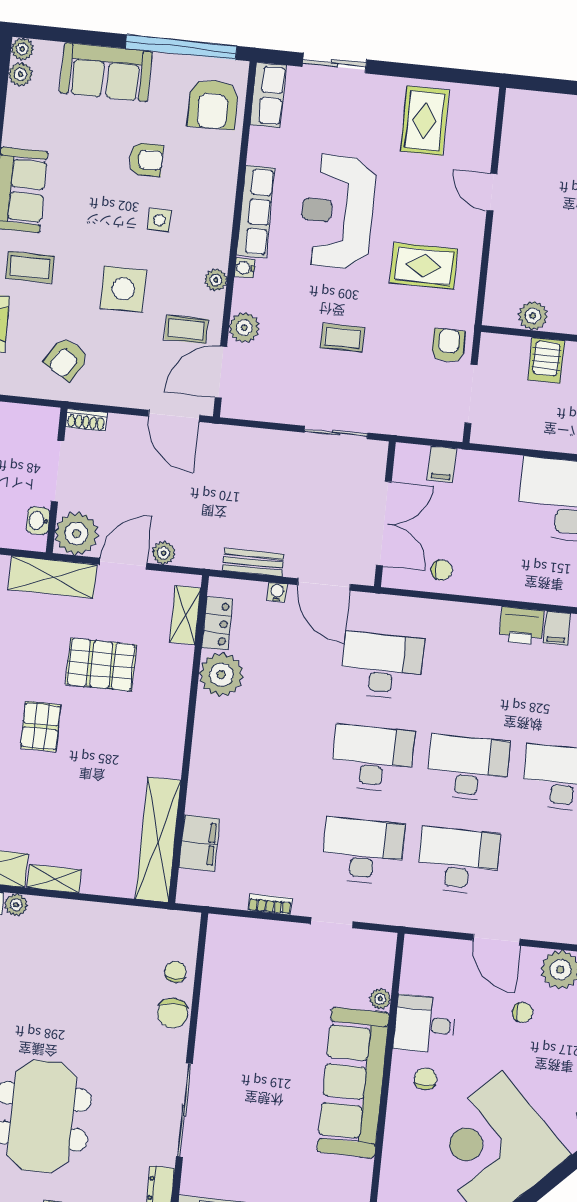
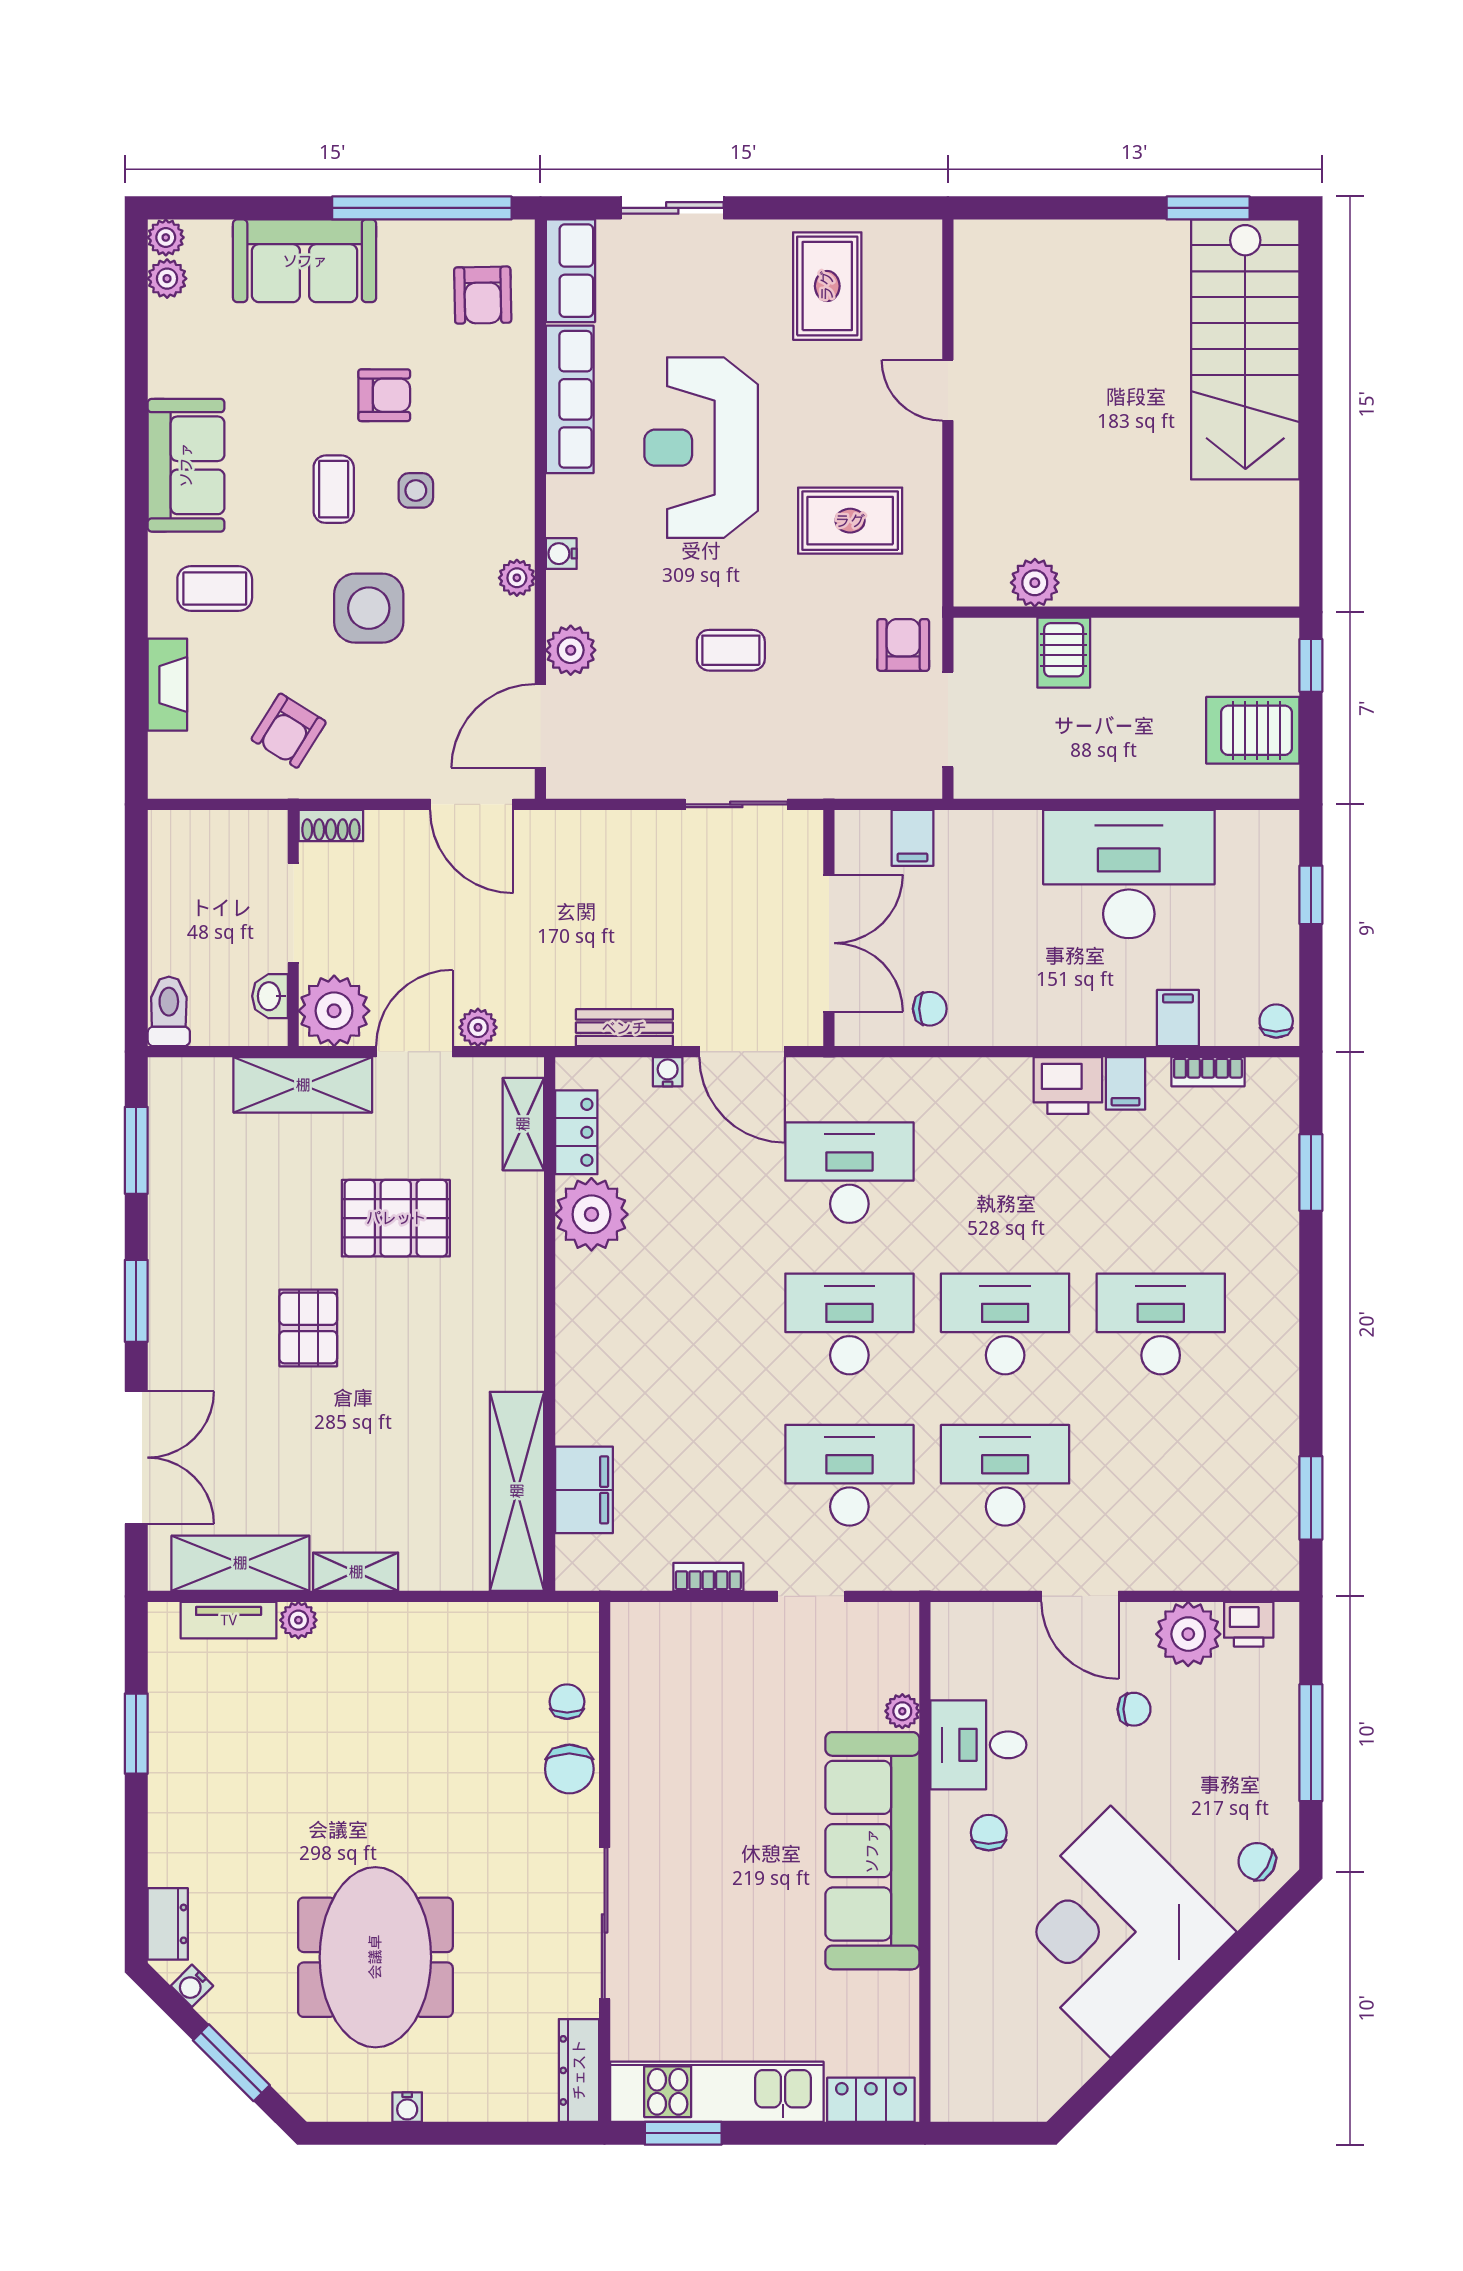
armchair: (213, 104) -> (483, 295), width x0.72, depth x0.72
row of seats: (256, 212) -> (570, 399), moved
coffee table: (186, 329) -> (334, 489), moved, turned 90

